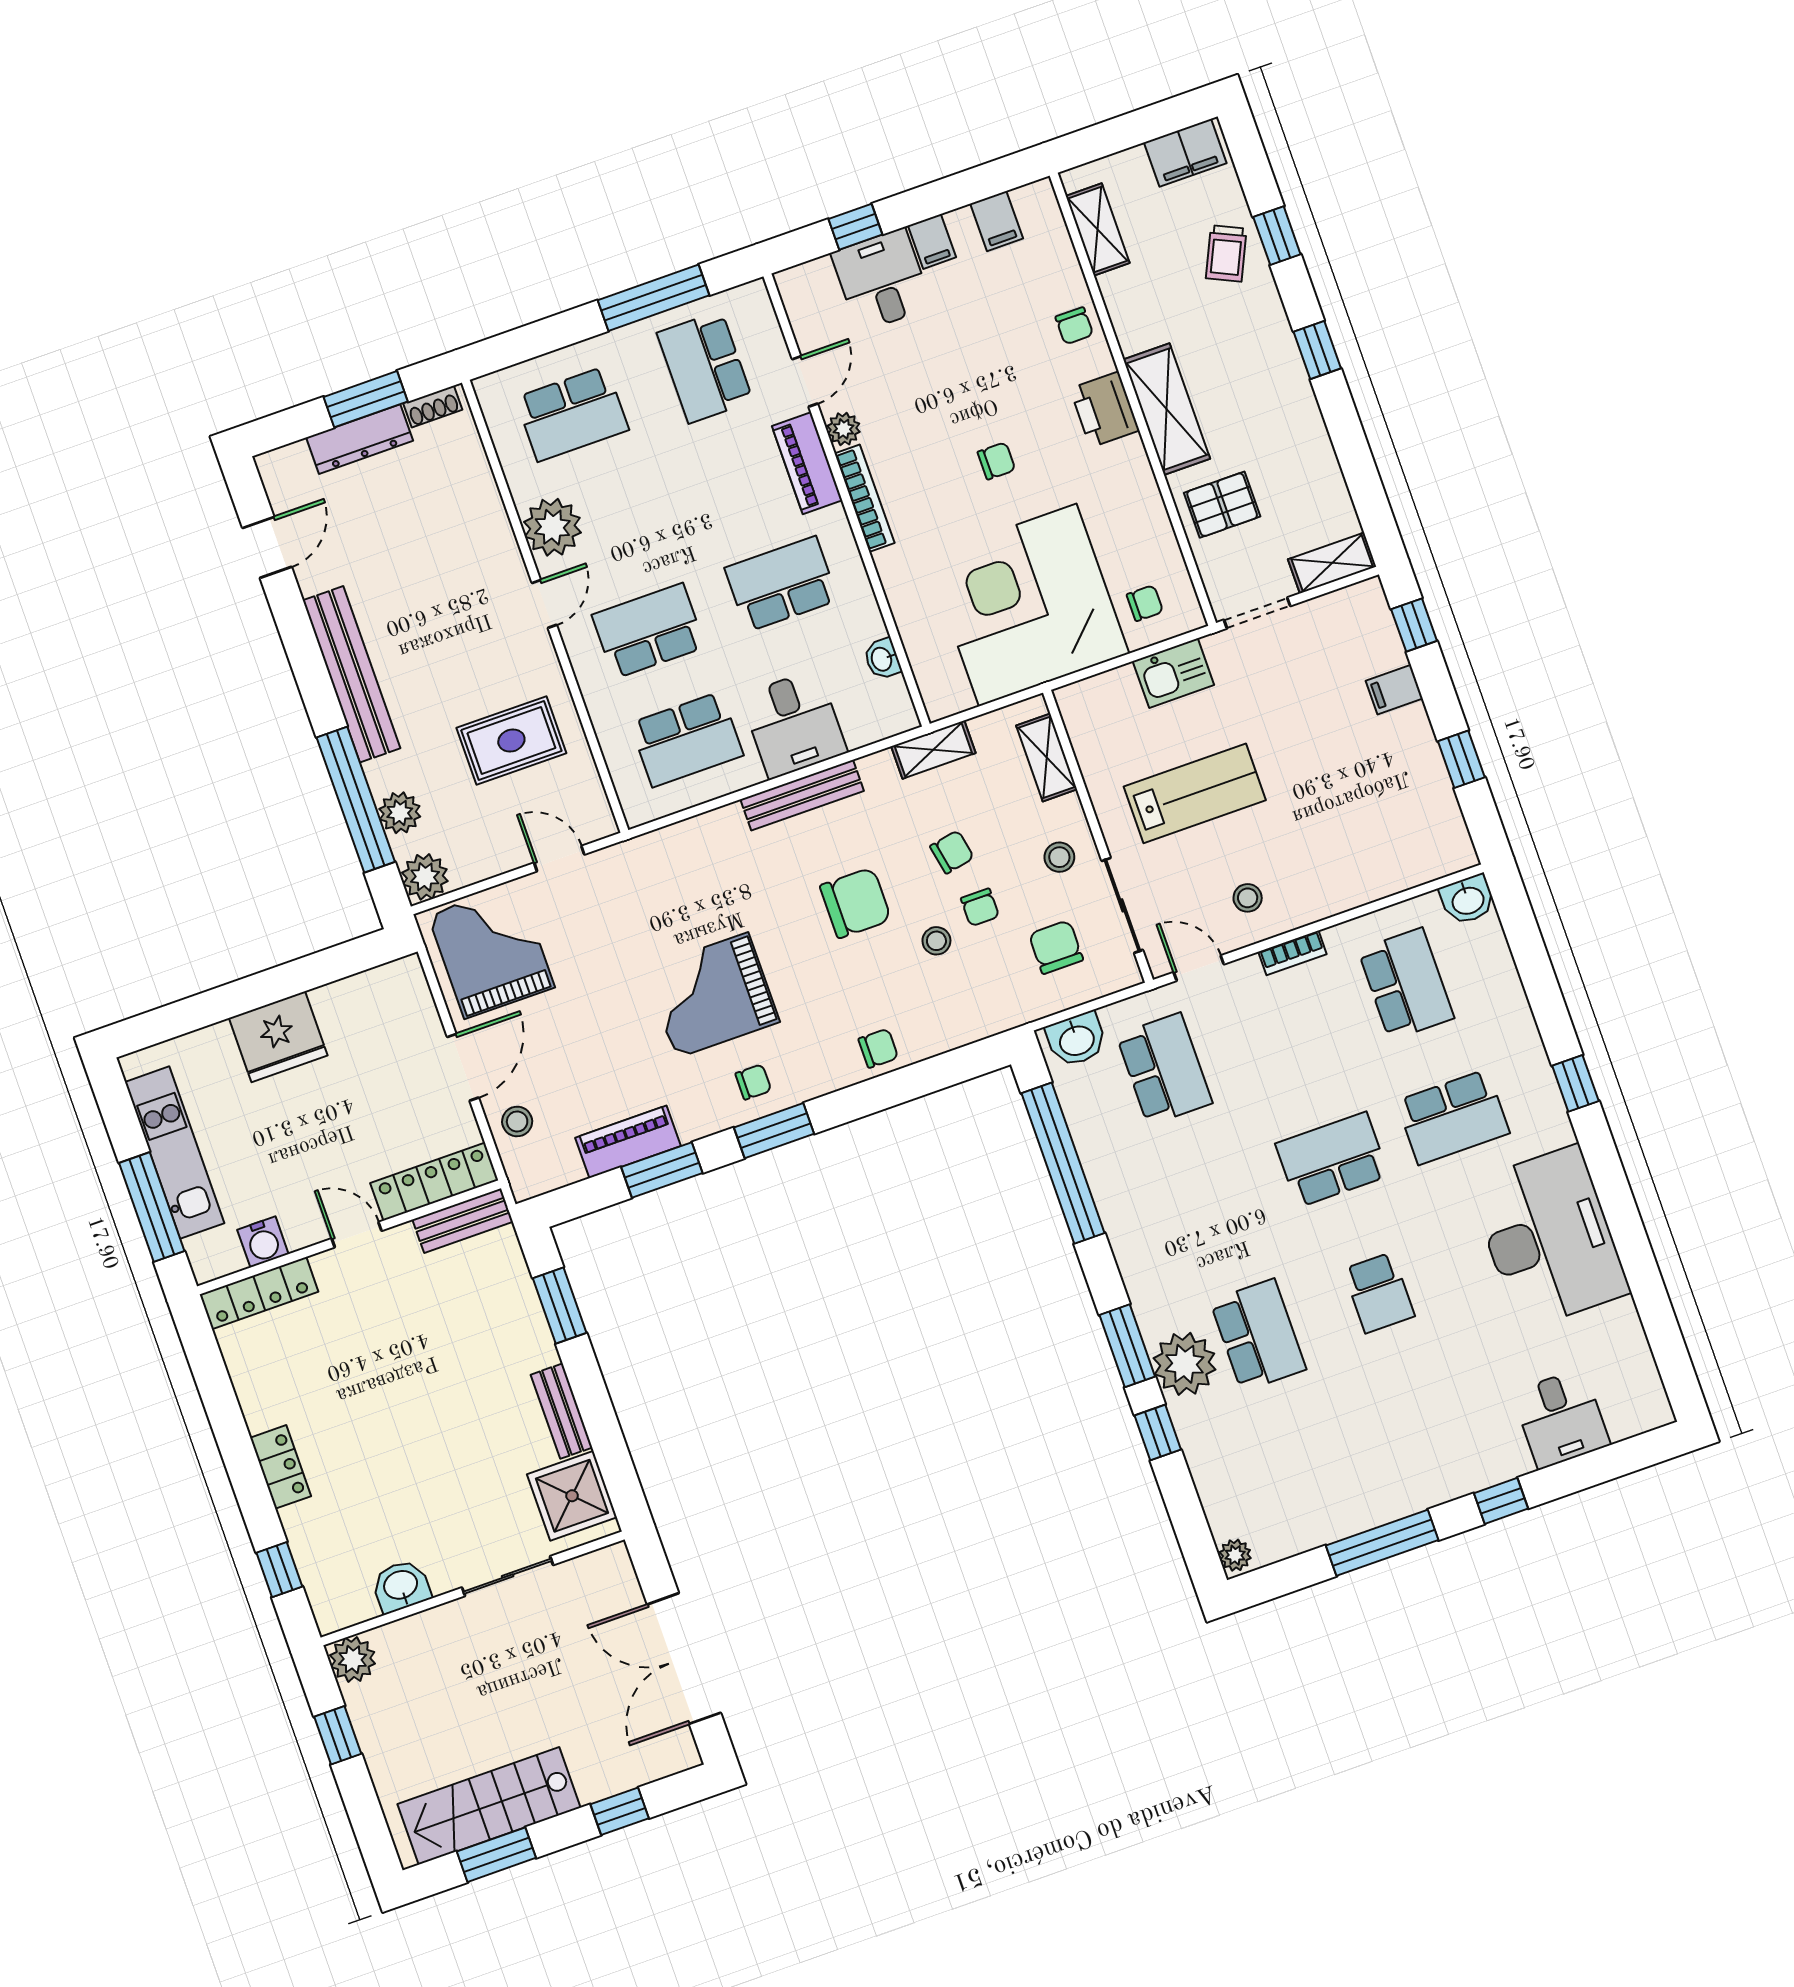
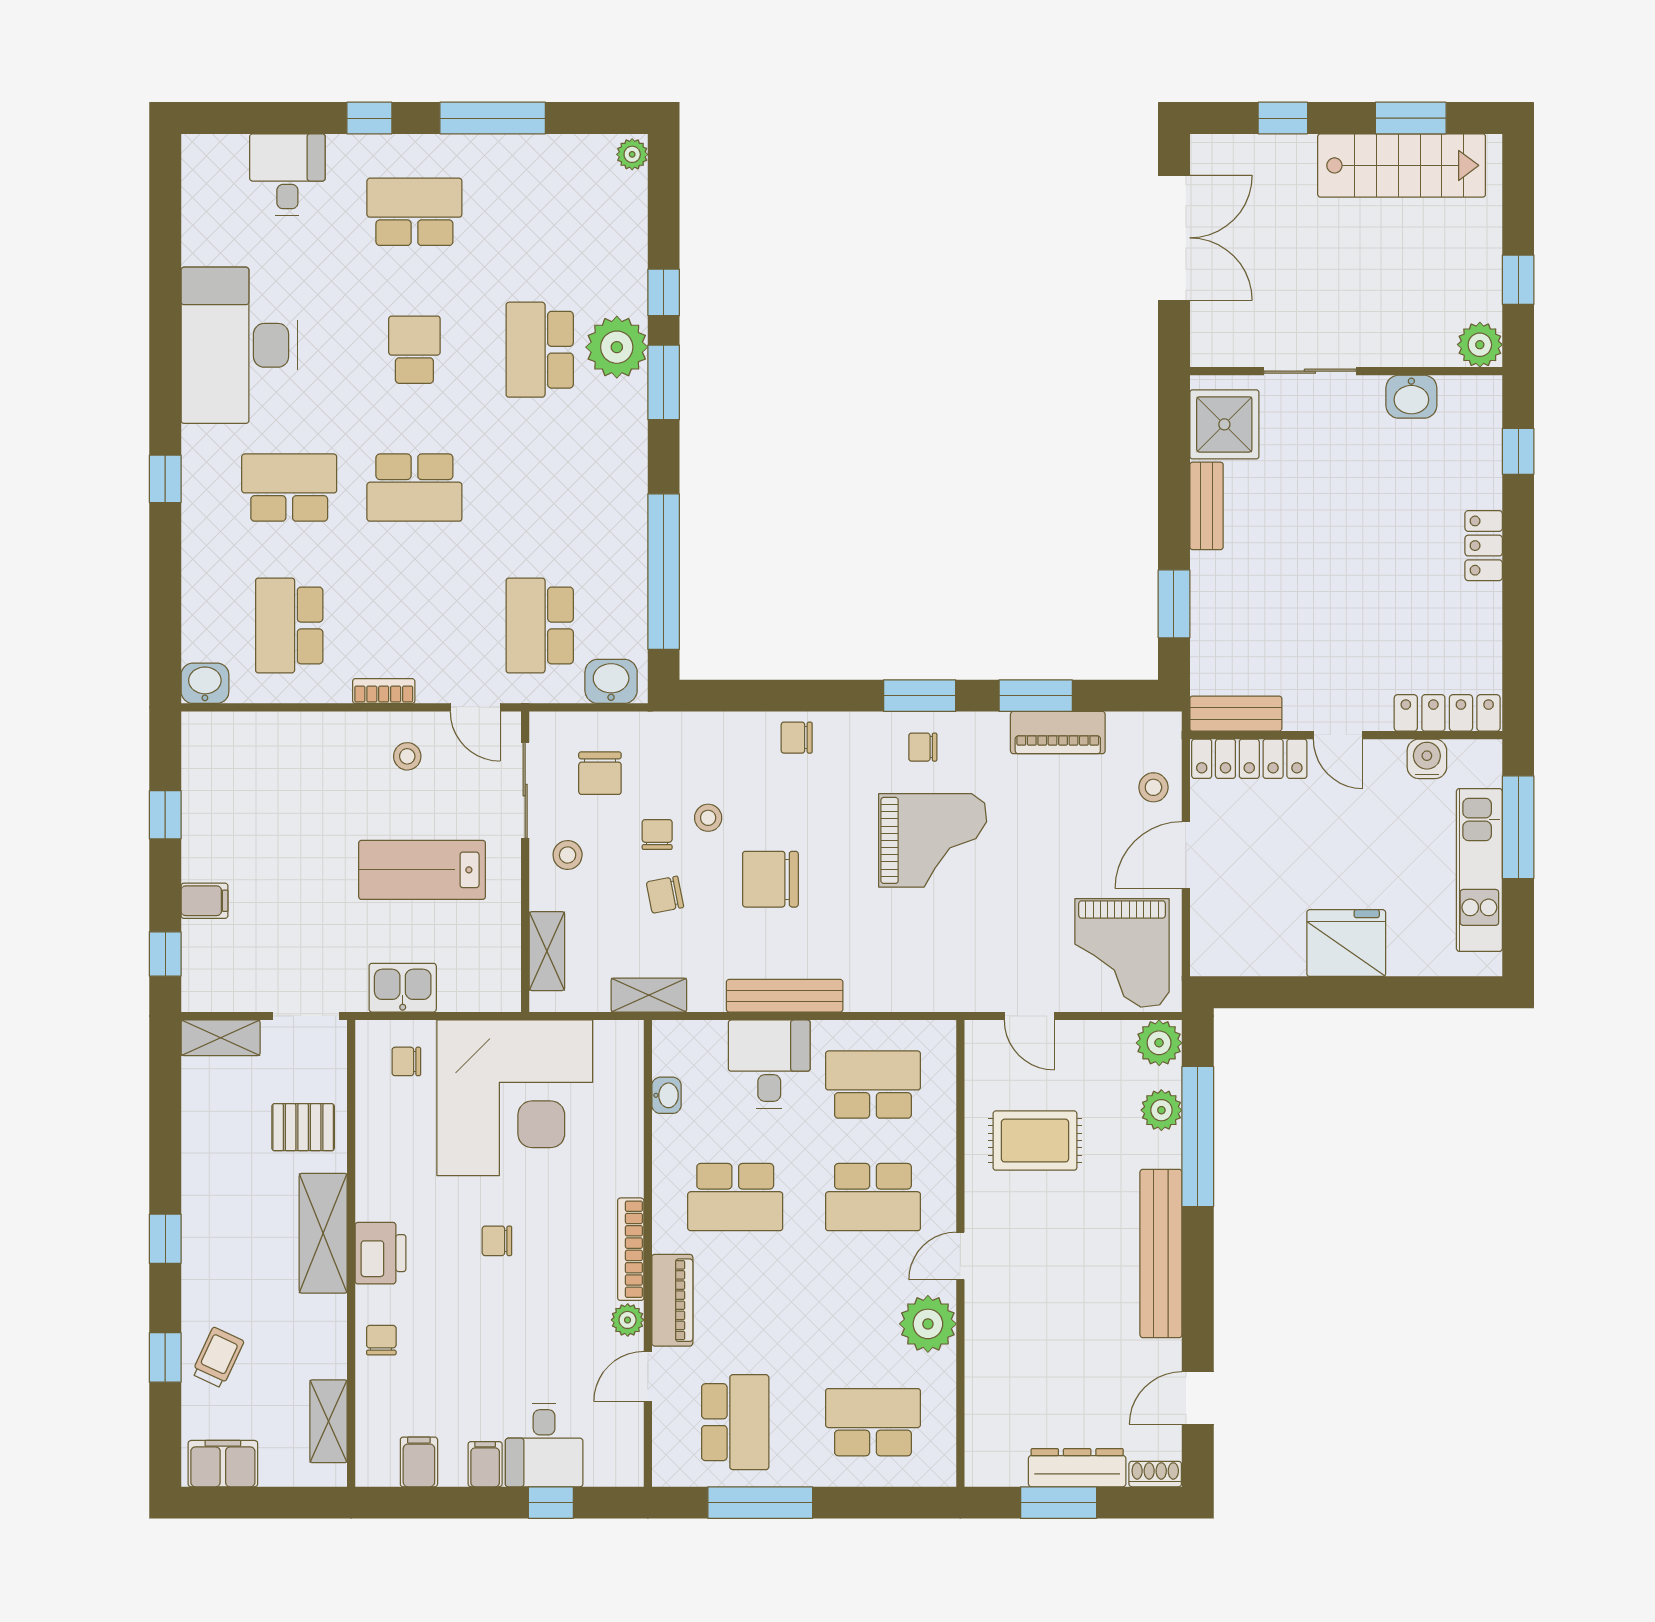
shoe rack: (433, 407) -> (1155, 1474), moved
school desk: (1426, 1426) -> (414, 212), added

